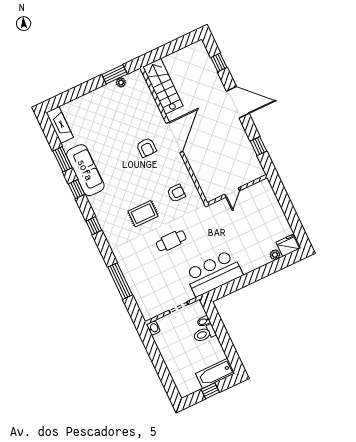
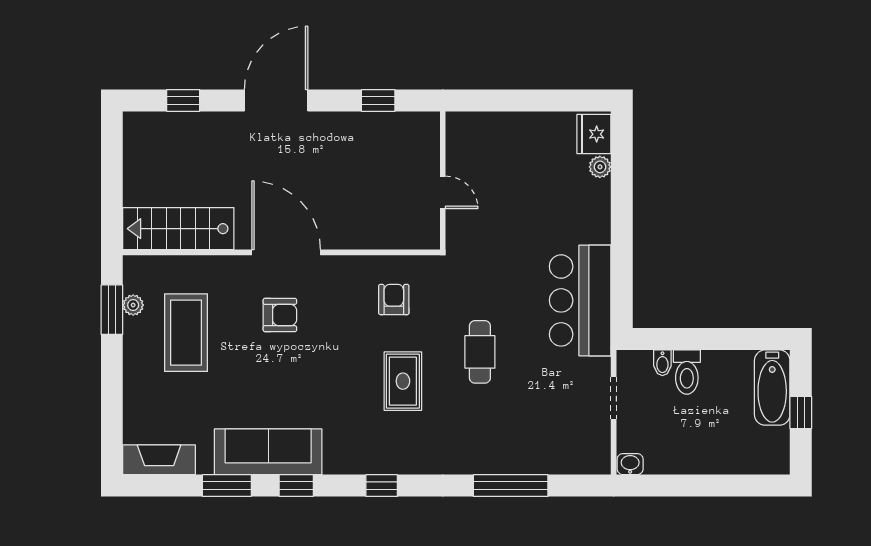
coffee table: (120, 111) -> (186, 333), added

